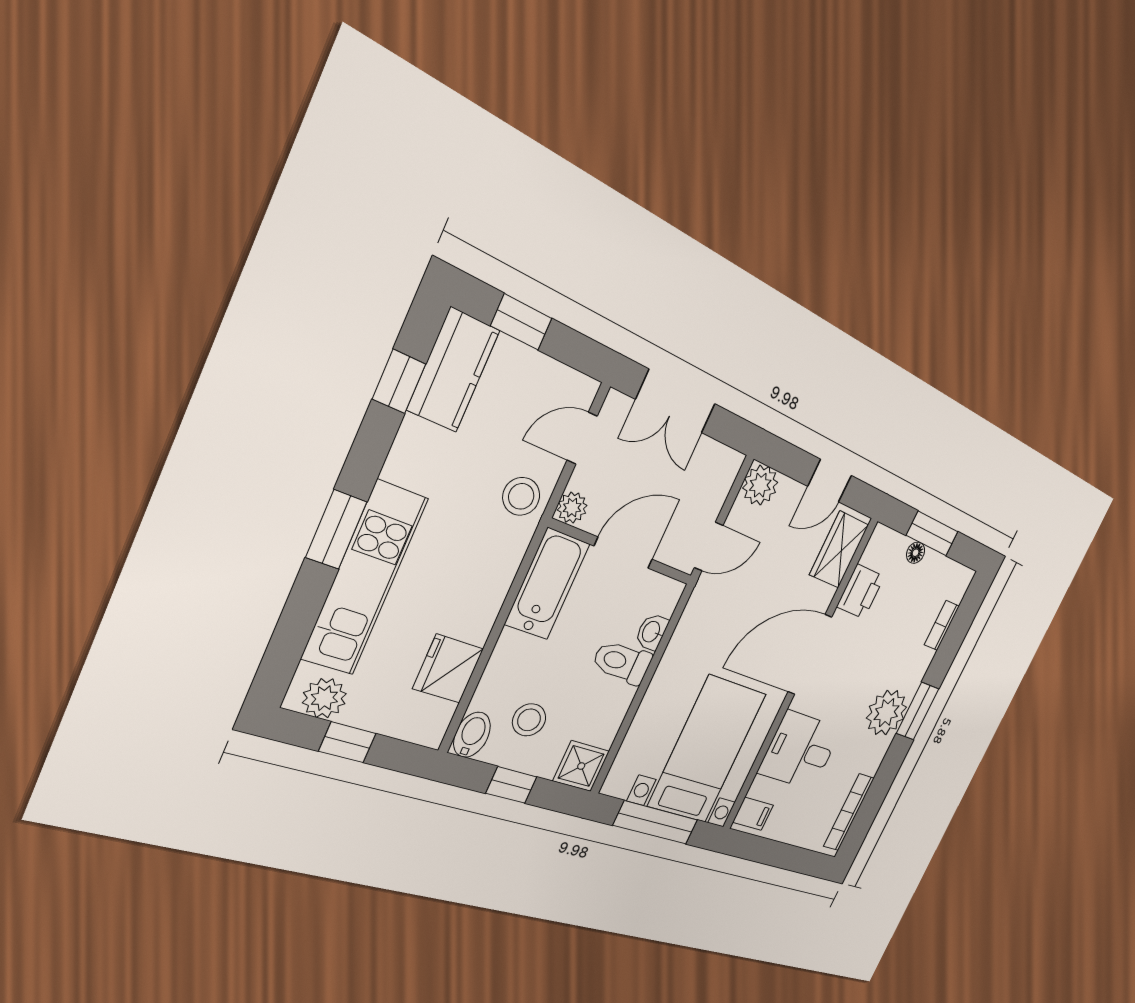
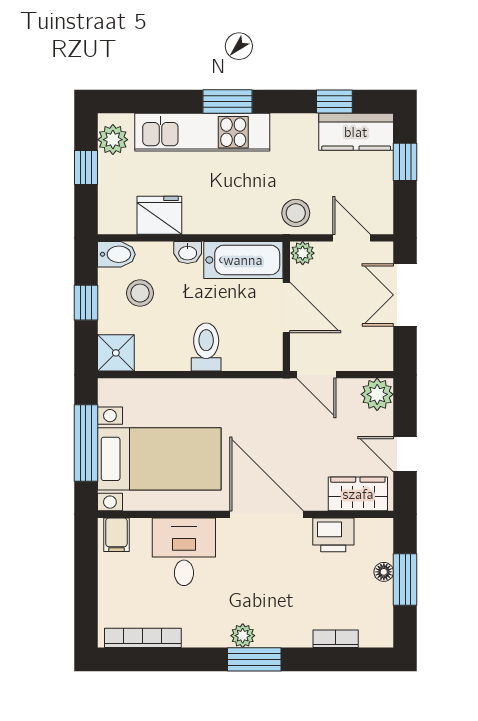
washbasin: (652, 632) -> (188, 252), moved, turned 180
plant: (887, 713) -> (243, 636), width x0.53, depth x0.53

